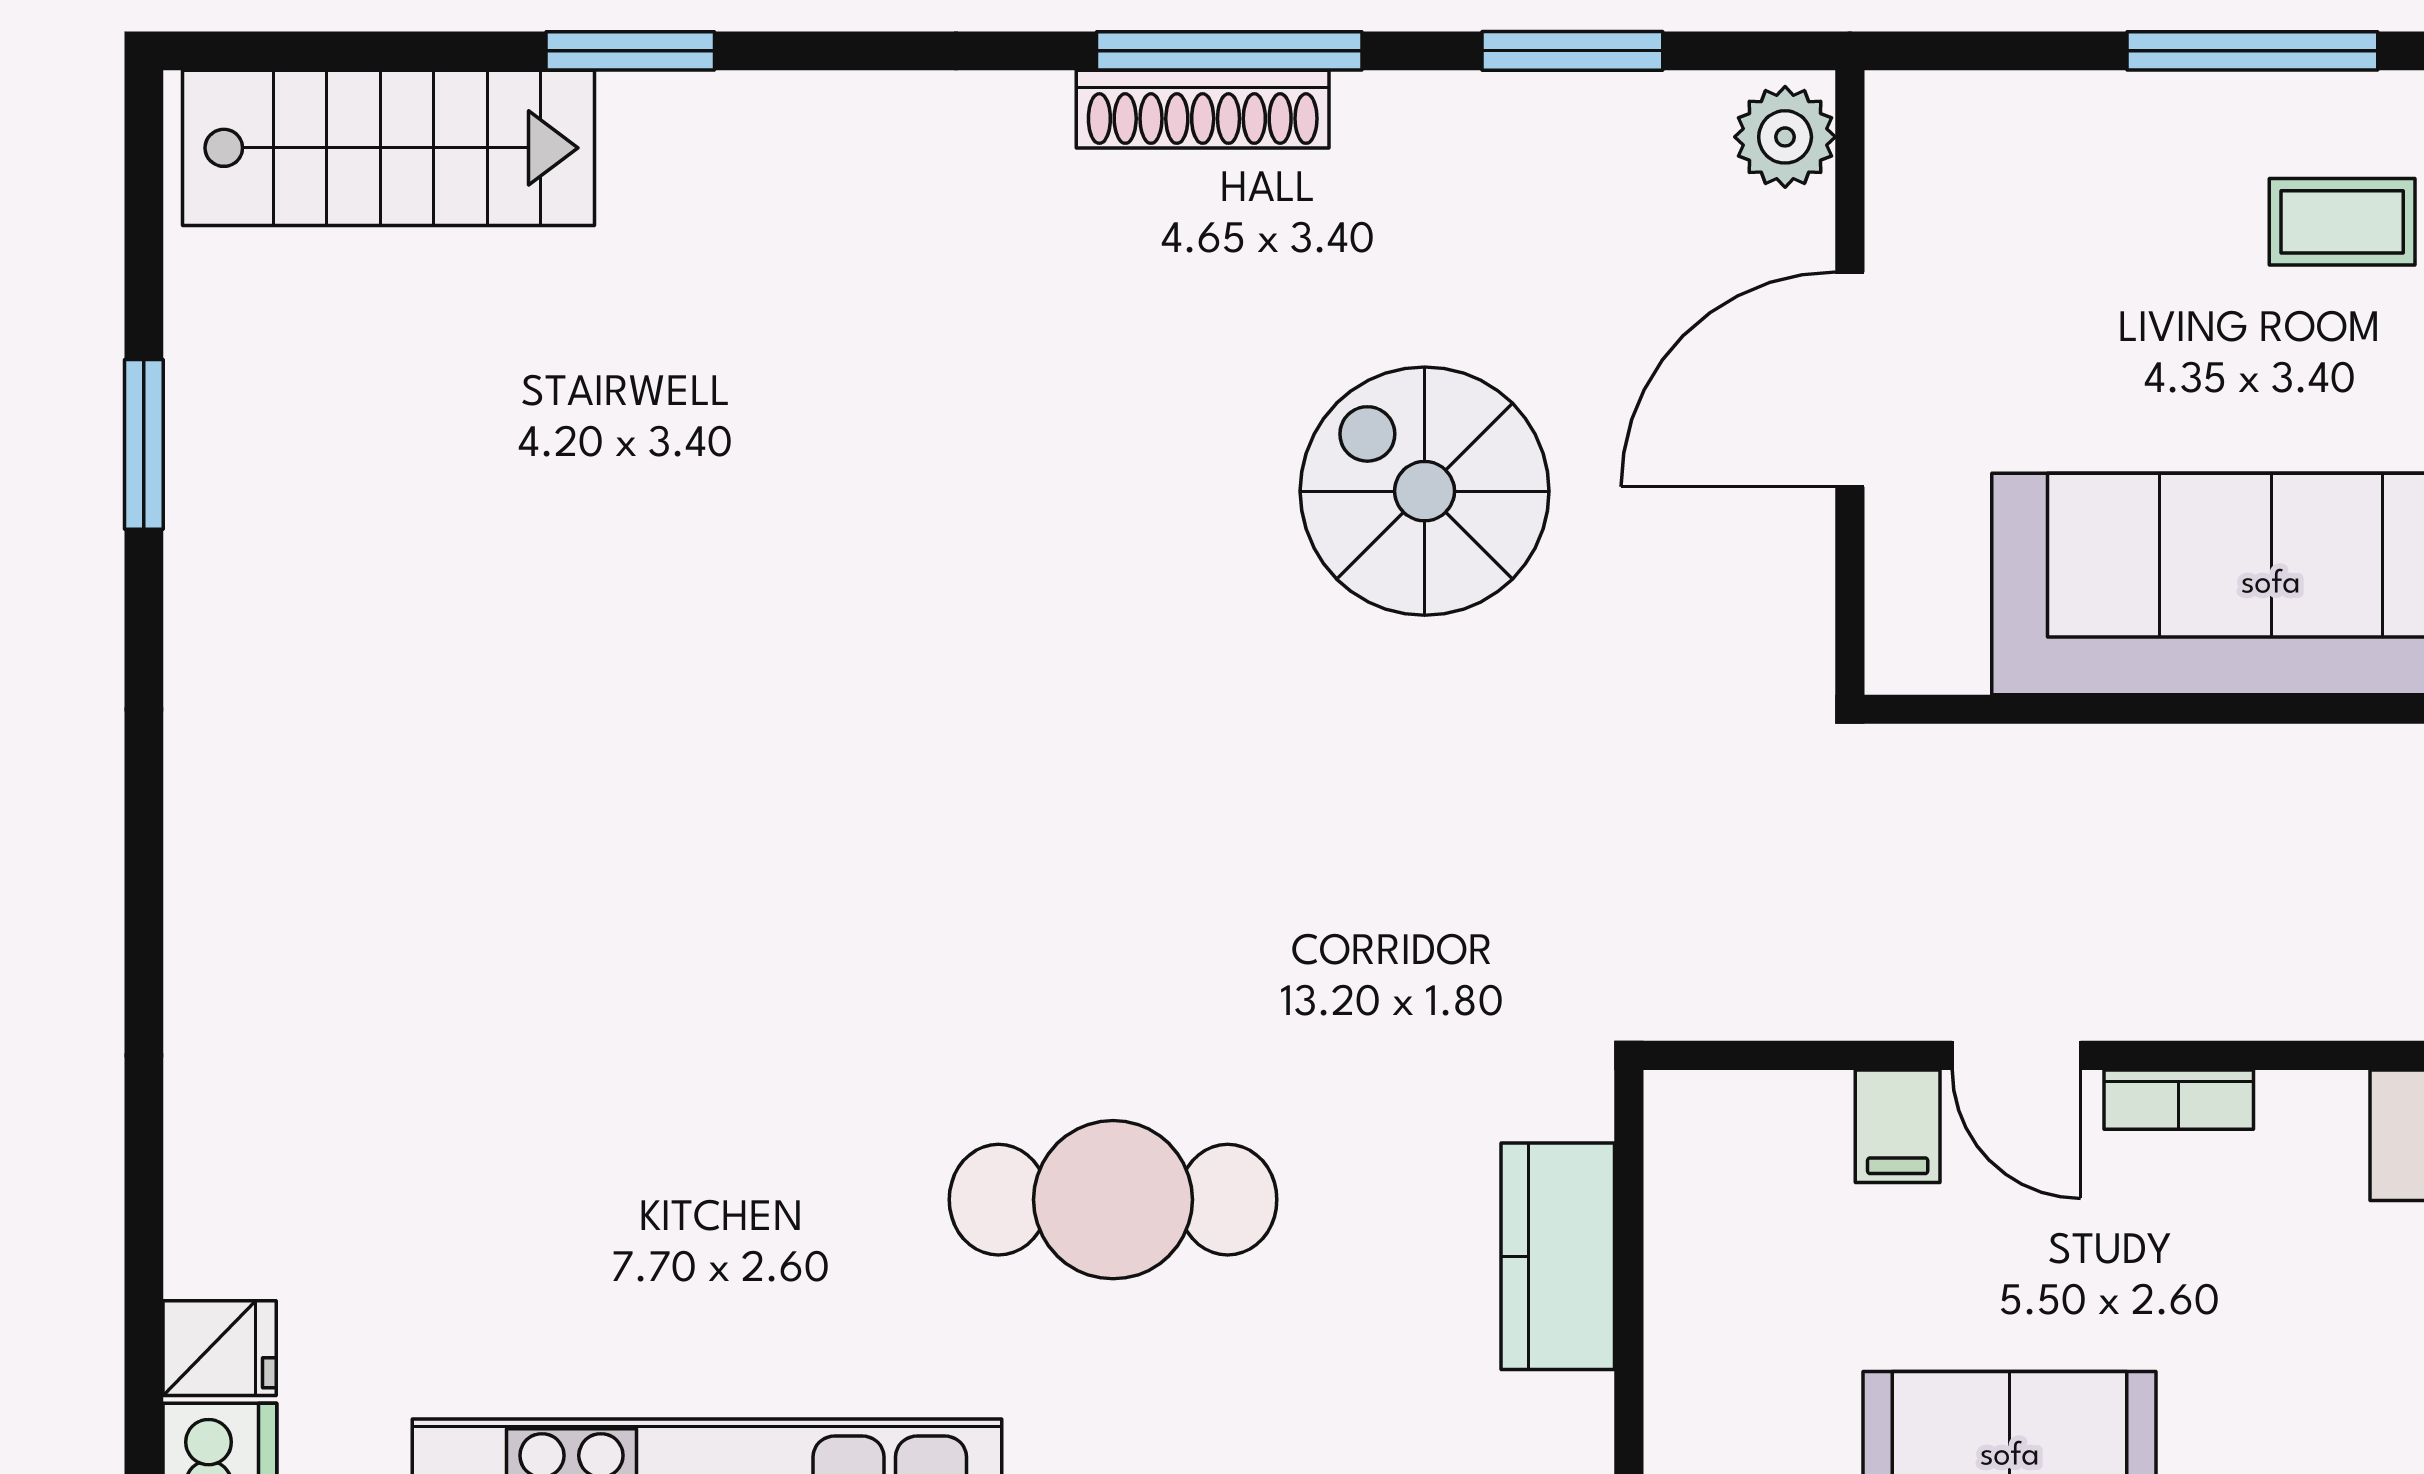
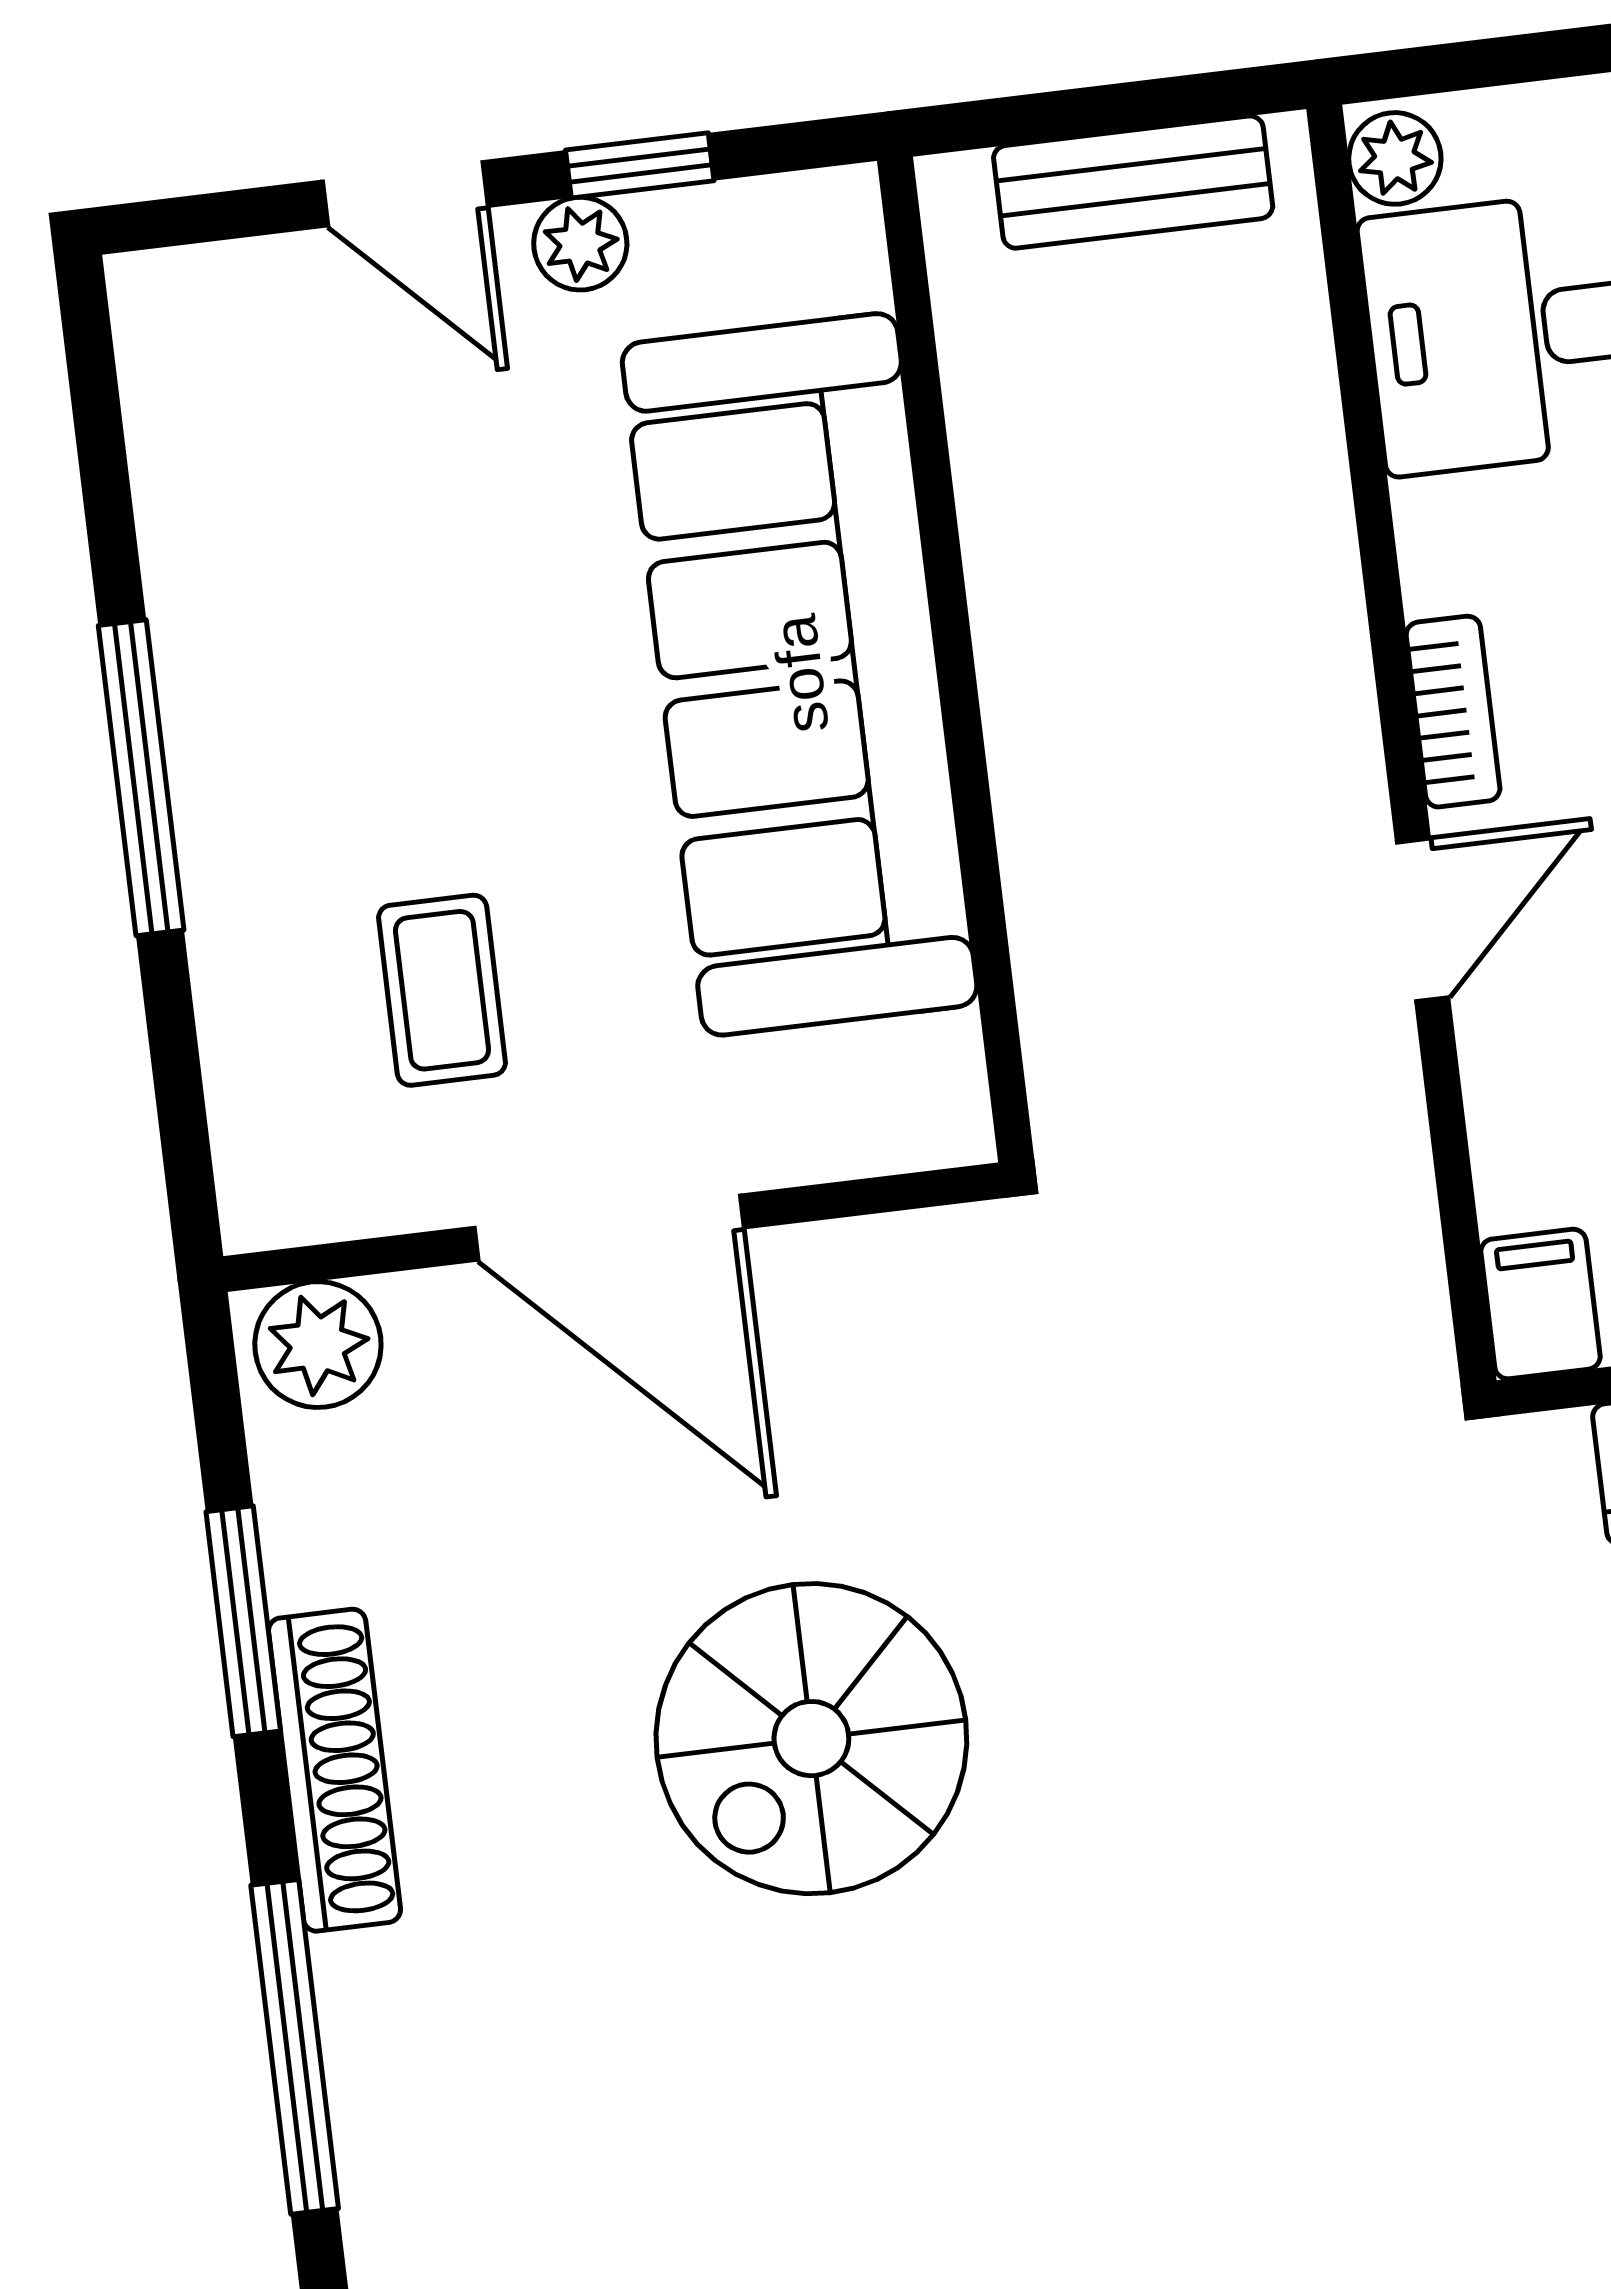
shoe rack: (1203, 109) -> (335, 1770), moved
coffee table: (2342, 222) -> (442, 990), moved
filing cabinet: (1898, 1126) -> (1540, 1304), moved, turned -90

